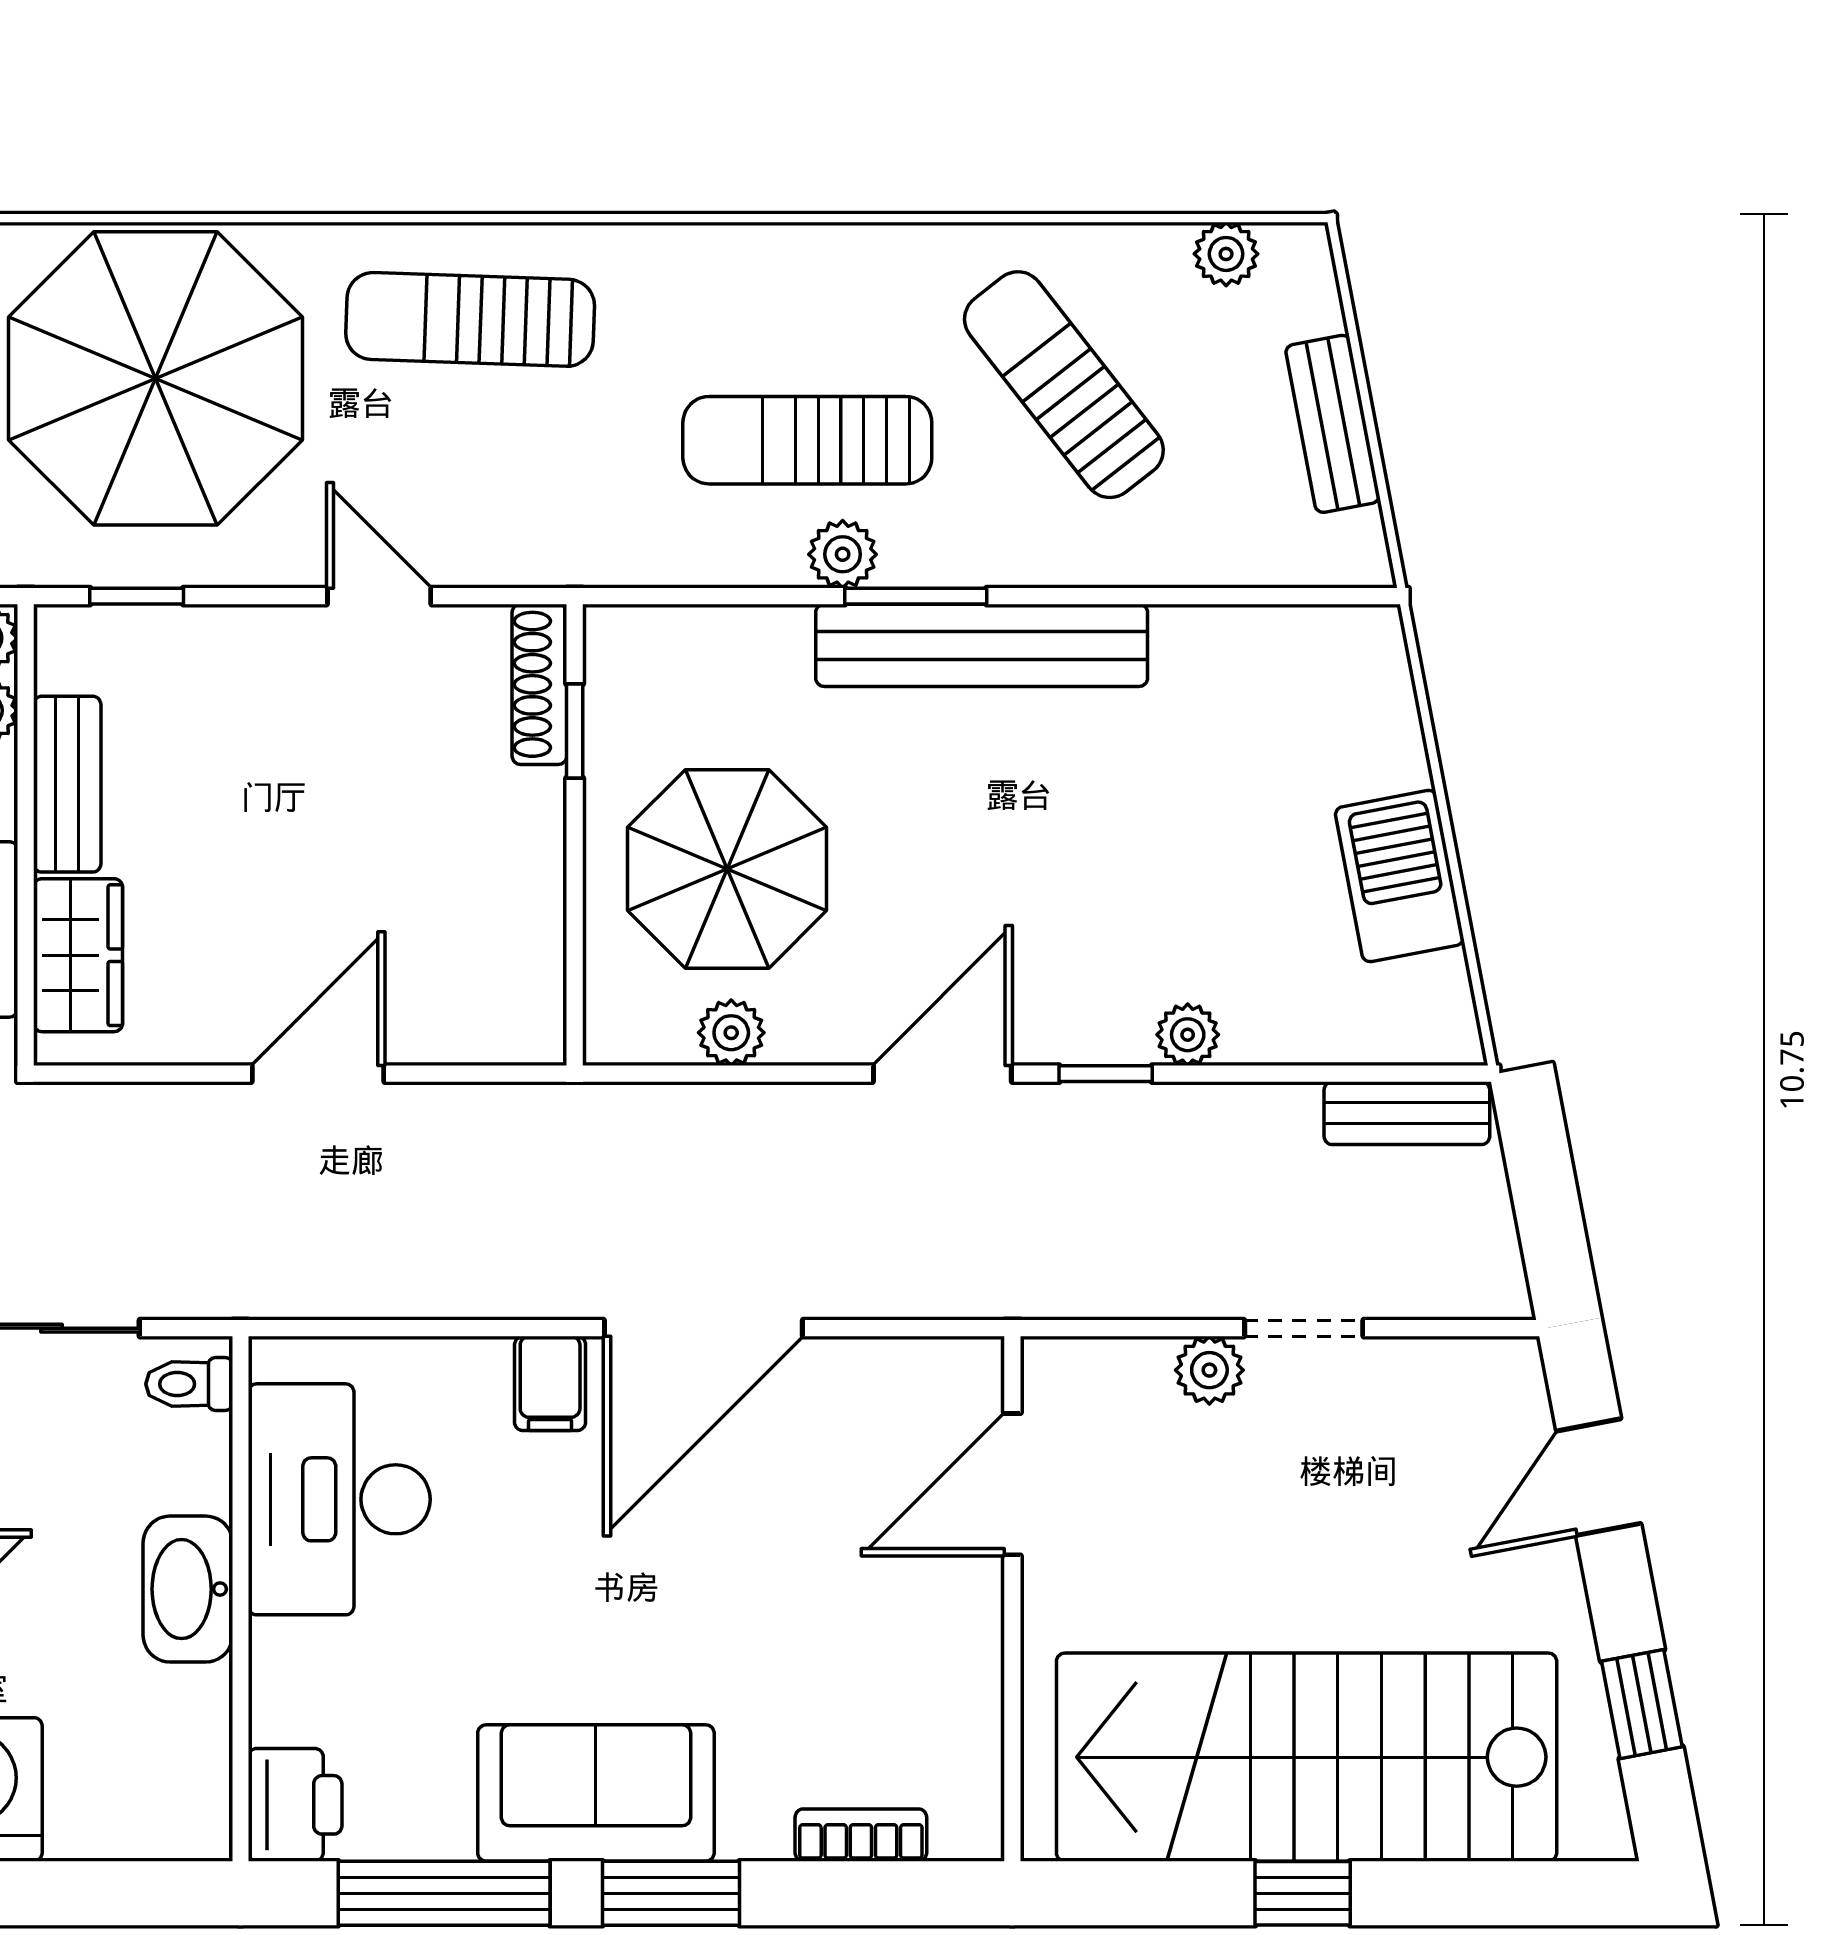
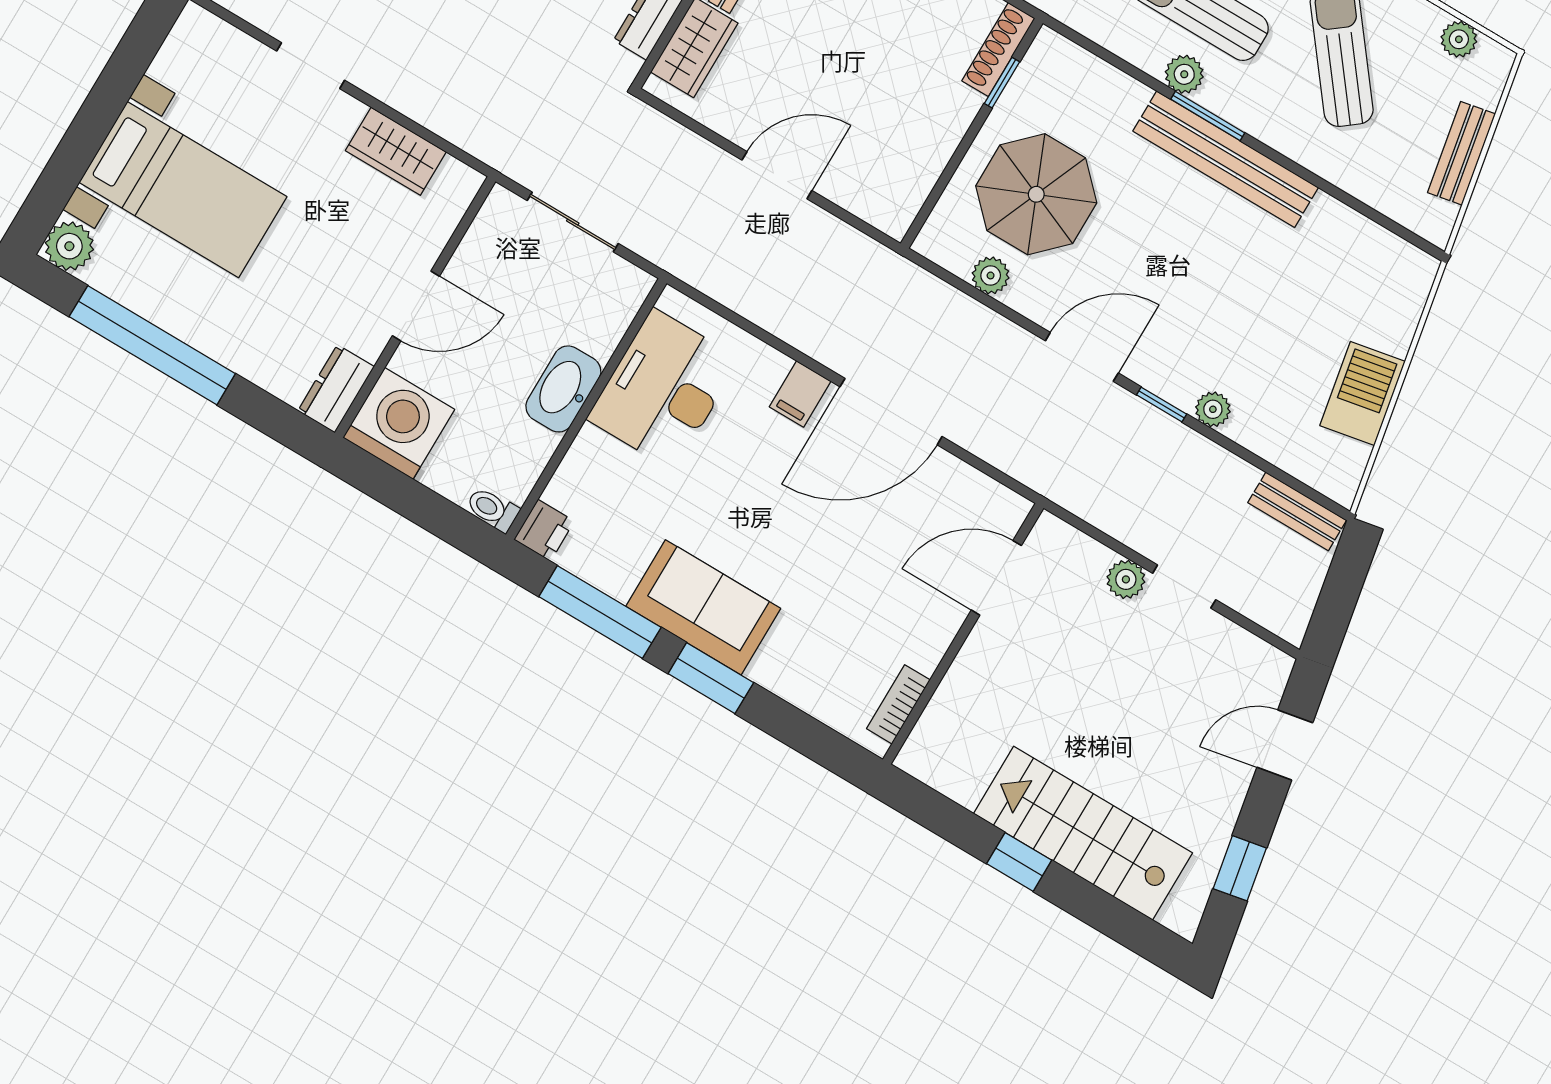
toilet: (189, 1384) -> (493, 509), moved
stairs: (1307, 1757) -> (1083, 833), width x0.73, depth x0.66
printer: (295, 1805) -> (544, 530), width x0.73, depth x0.81
bookcase: (861, 1835) -> (898, 704), moved, turned -90

